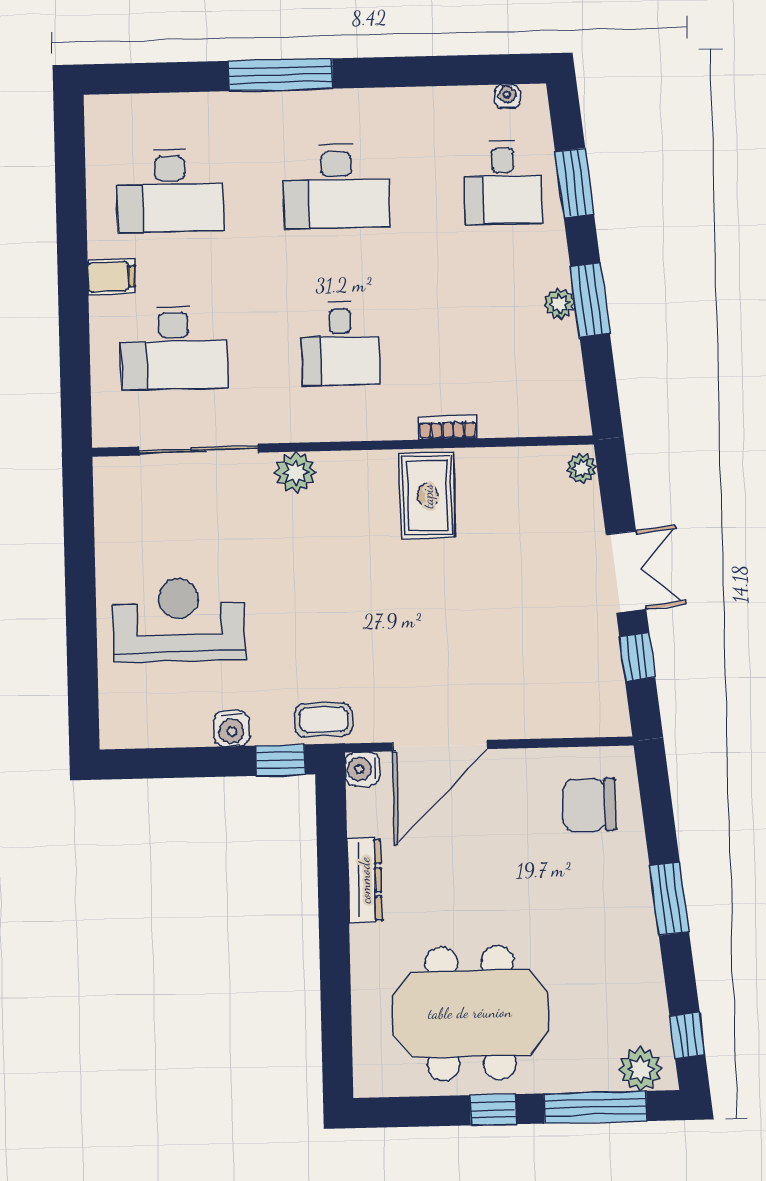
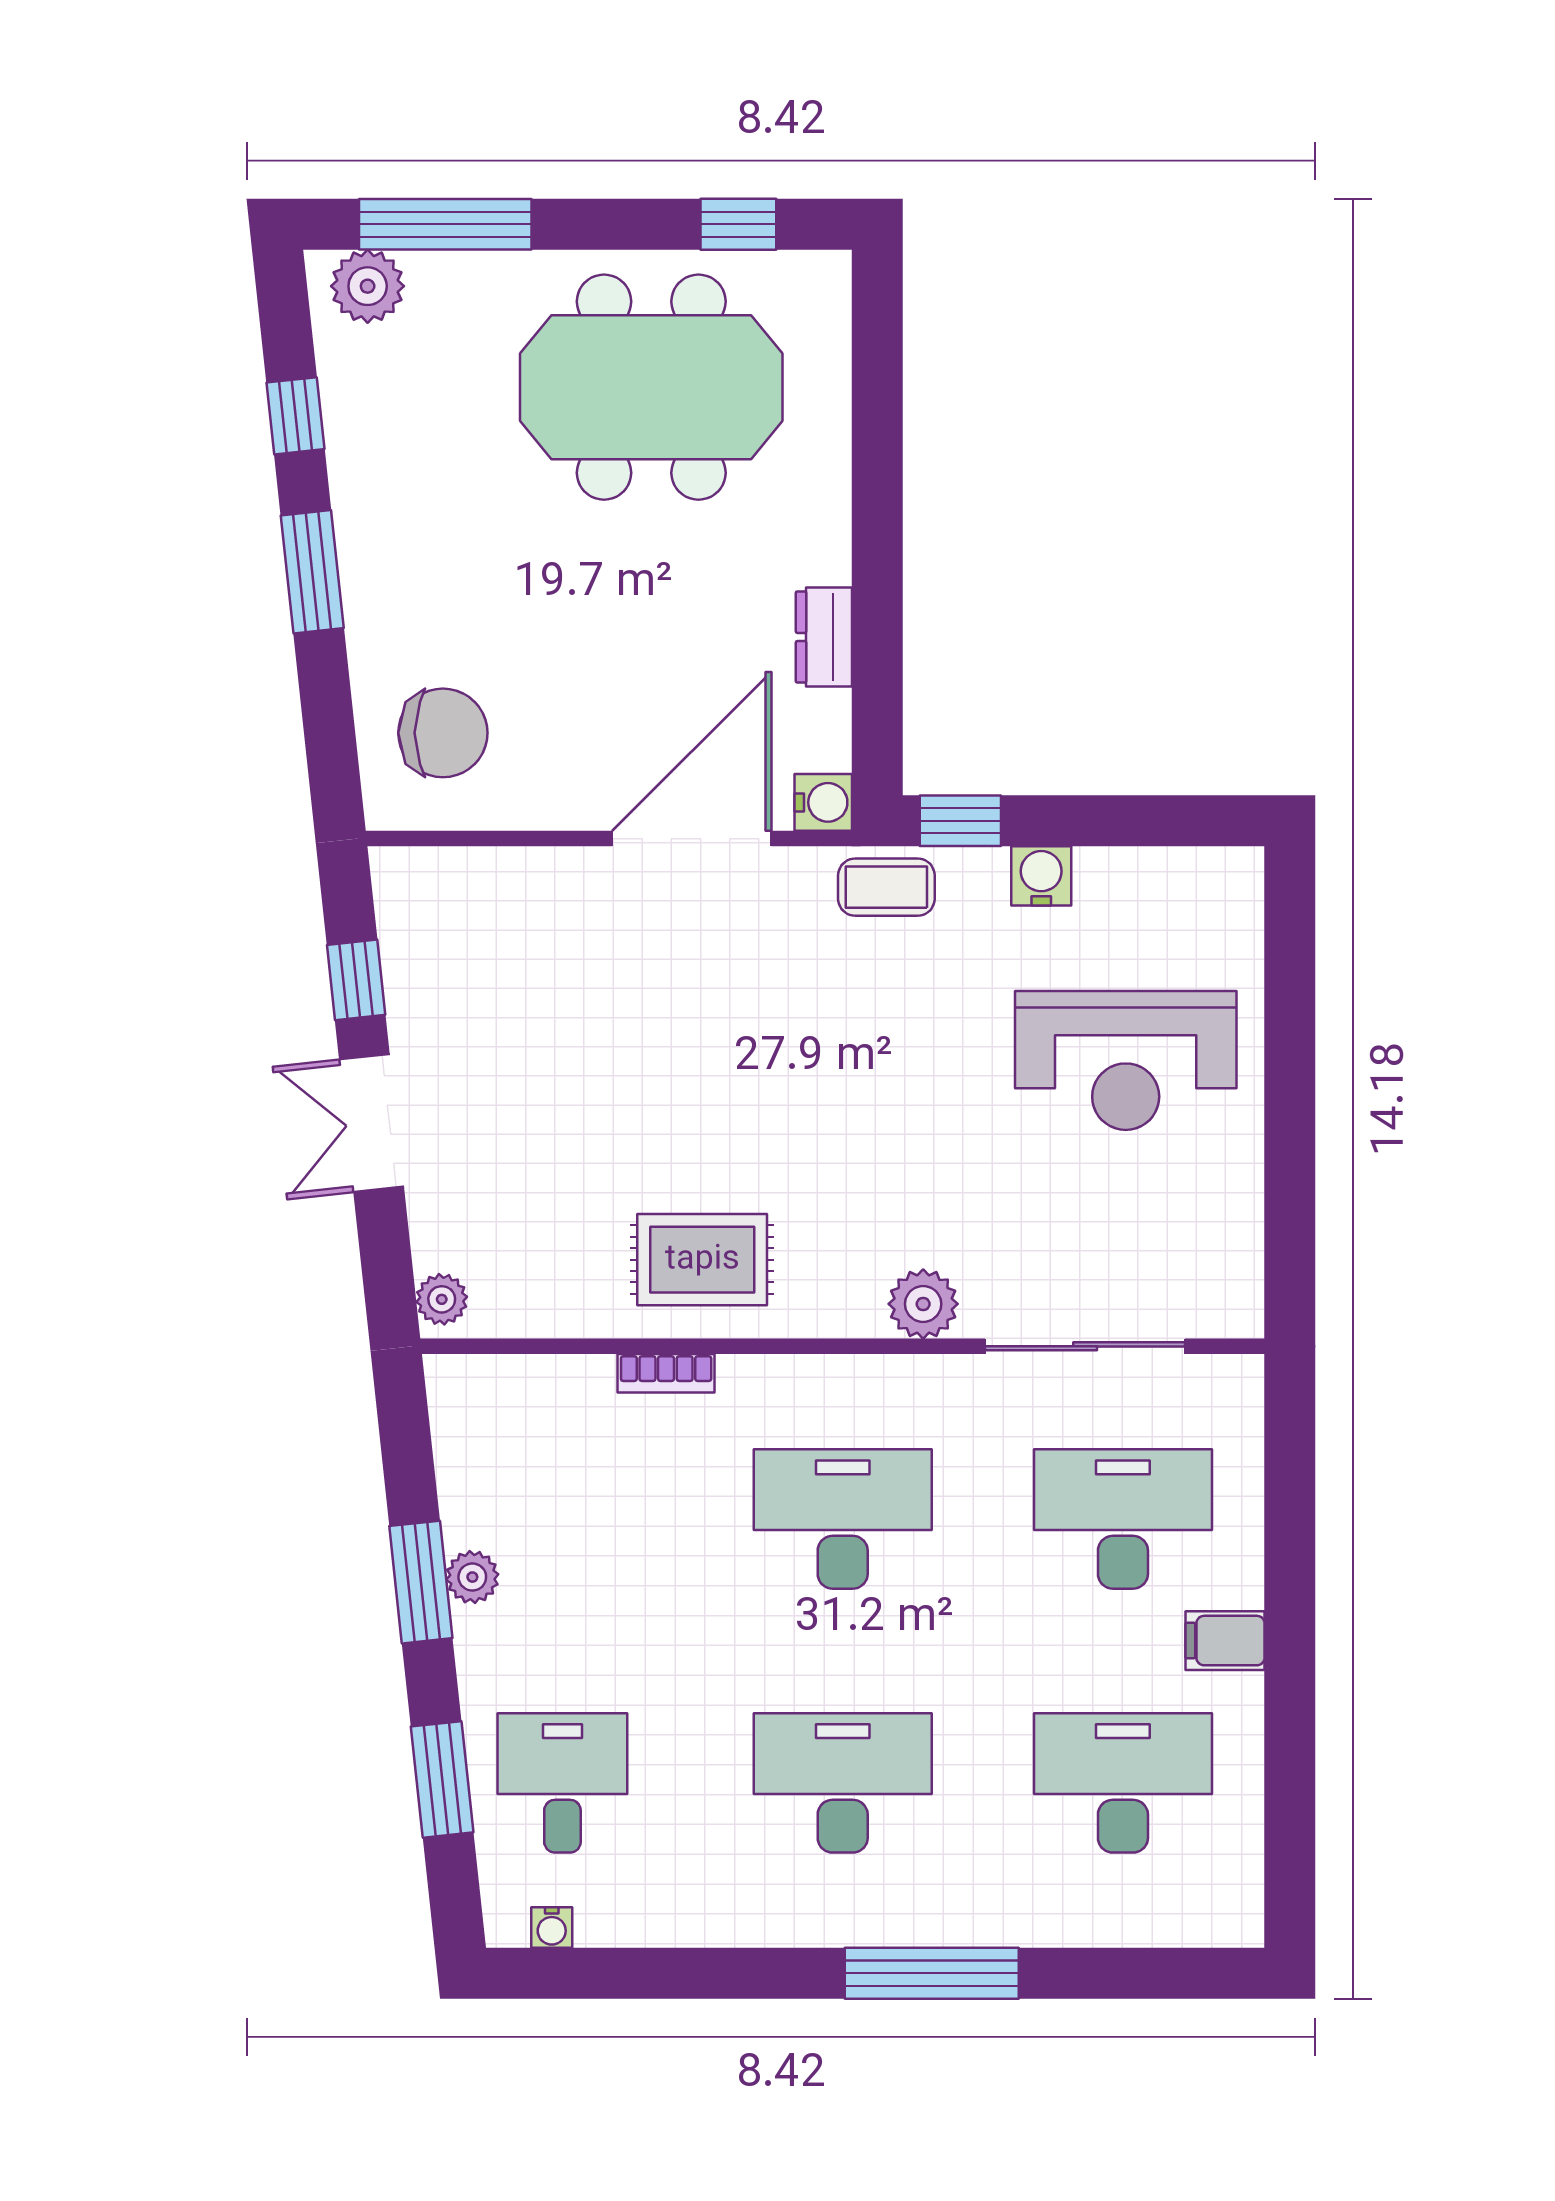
desk: (340, 343) -> (843, 1519), width x1.37
rug: (428, 496) -> (702, 1260), turned 90
dresser: (365, 880) -> (824, 637), width x0.70
window: (687, 1035) -> (295, 416), moved
window: (493, 1110) -> (738, 224), moved

